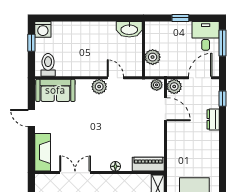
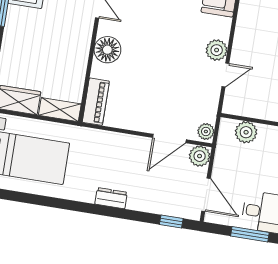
dresser: (213, 119) -> (111, 198), moved
floor lamp: (115, 166) -> (107, 50), width x1.89, depth x1.89

